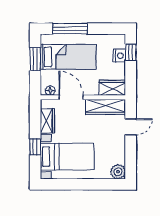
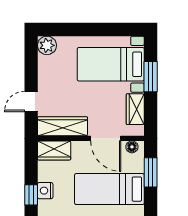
window: (35, 59) -> (151, 172), moved
window: (35, 147) -> (151, 77), width x1.50

